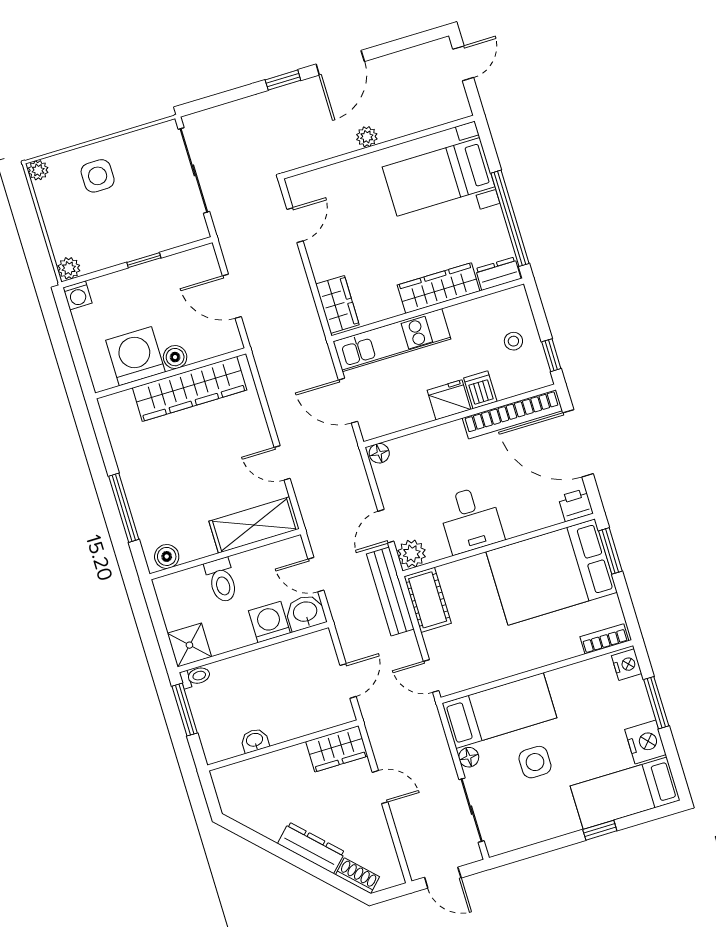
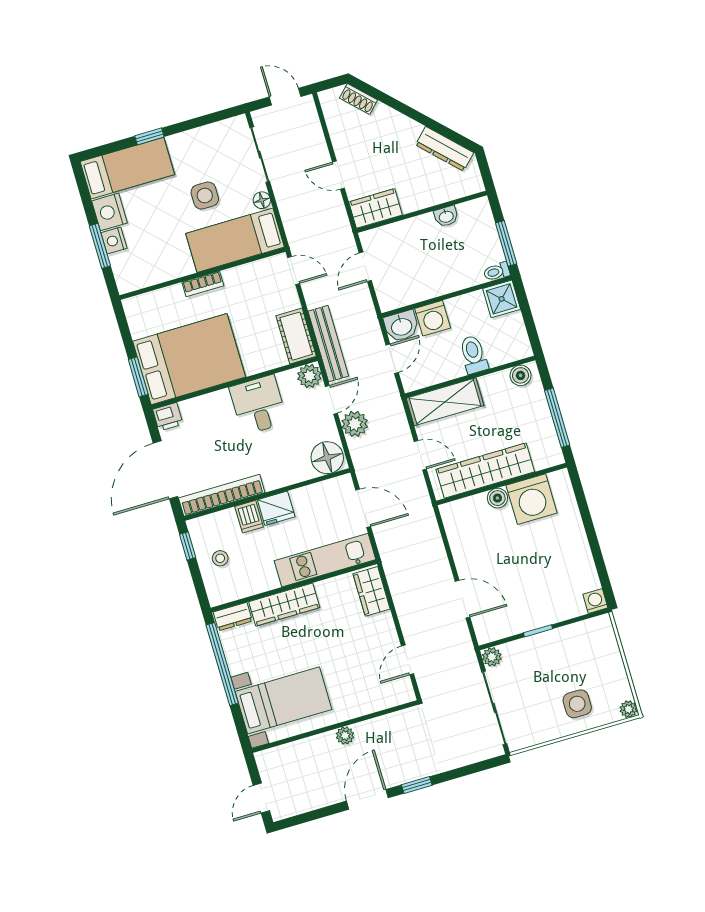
plant: (69, 268) -> (492, 657), moved
washing machine: (135, 356) -> (532, 499), moved
boiler: (175, 357) -> (497, 498), moved
wall: (171, 373) -> (501, 484), moved
wardrobe: (190, 389) -> (485, 471), moved
door: (578, 443) -> (165, 470), swing flipped
floor lamp: (379, 453) -> (327, 458), width x1.89, depth x1.89
plant: (359, 499) -> (355, 424), added
door: (316, 575) -> (392, 359), hinge flipped
bookcase: (604, 639) -> (203, 284), moved
nightstand: (627, 665) -> (114, 241), moved
dresser: (311, 848) -> (445, 149), moved

